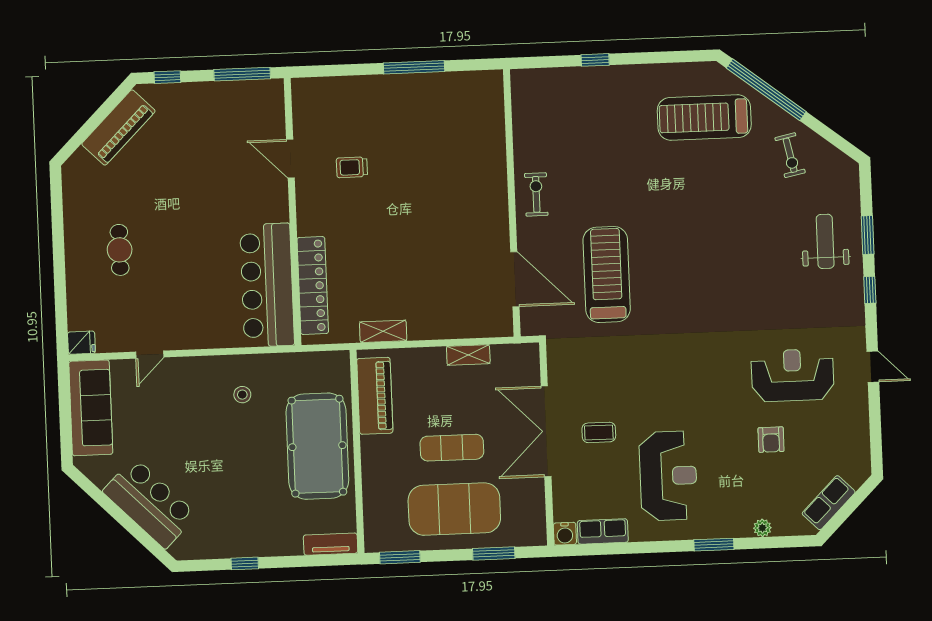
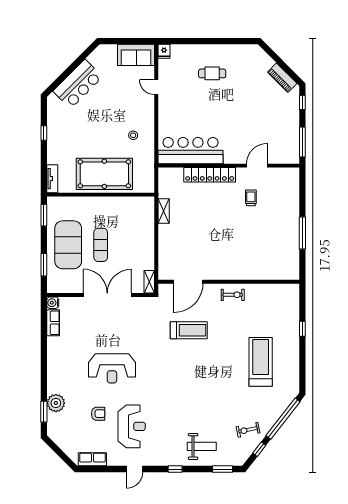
treadmill: (704, 118) -> (261, 362), moved
piano: (118, 127) -> (282, 78), width x0.73, depth x0.75
window: (826, 133) -> (259, 449), added
window: (868, 235) -> (222, 469), moved
treadmill: (607, 275) -> (189, 330), width x0.73, depth x0.73
locker: (313, 286) -> (210, 175), moved
shelving: (468, 355) -> (149, 282), moved
piano: (375, 396) -> (130, 205), removed
sofa: (91, 408) -> (136, 55), width x0.73
coffee table: (599, 432) -> (106, 323), removed
armchair: (771, 440) -> (98, 414), turned 180
reception desk: (668, 476) -> (112, 368), moved
row of seats: (829, 503) -> (92, 459), moved, turned -45
plant: (762, 528) -> (56, 403), width x1.88, depth x1.88
window: (714, 545) -> (44, 412), moved

